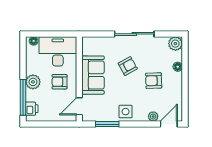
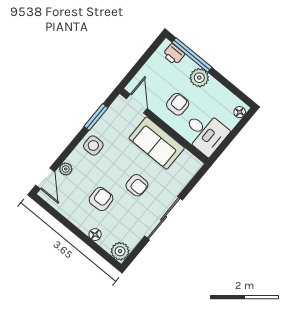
desk: (58, 51) -> (205, 133), width x0.73
armchair: (128, 66) -> (137, 185), turned -61

